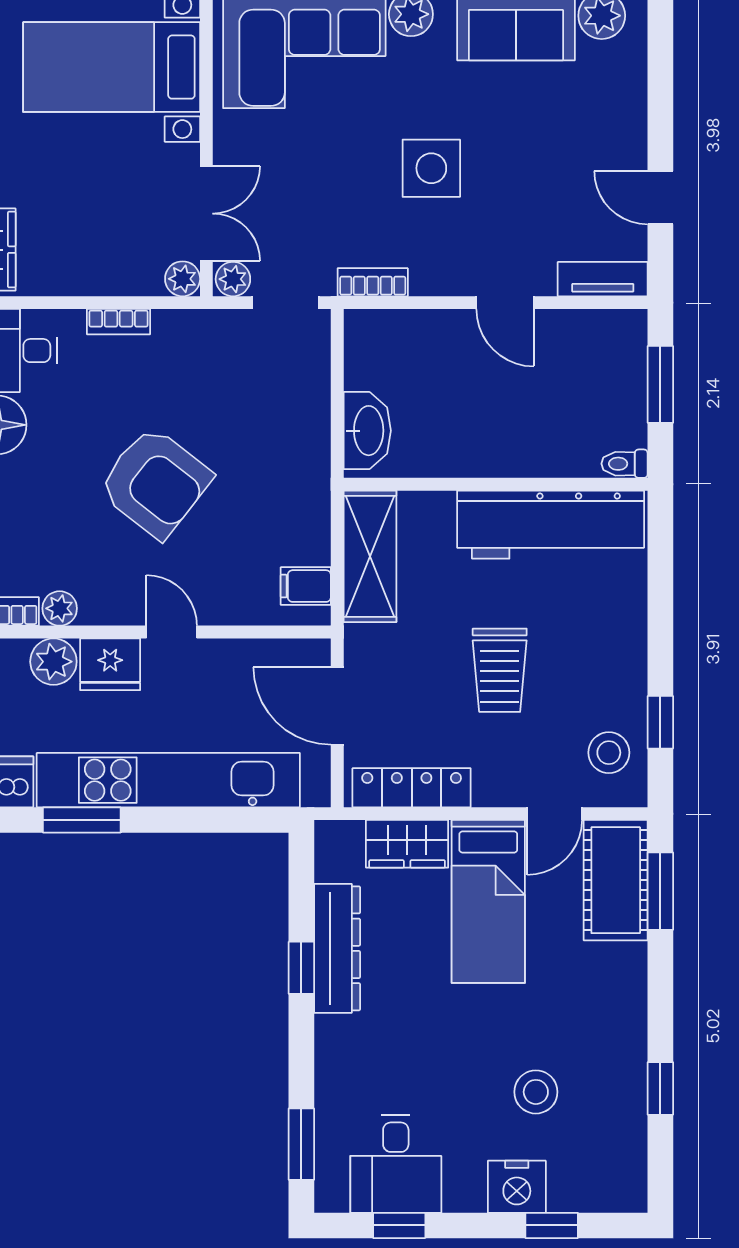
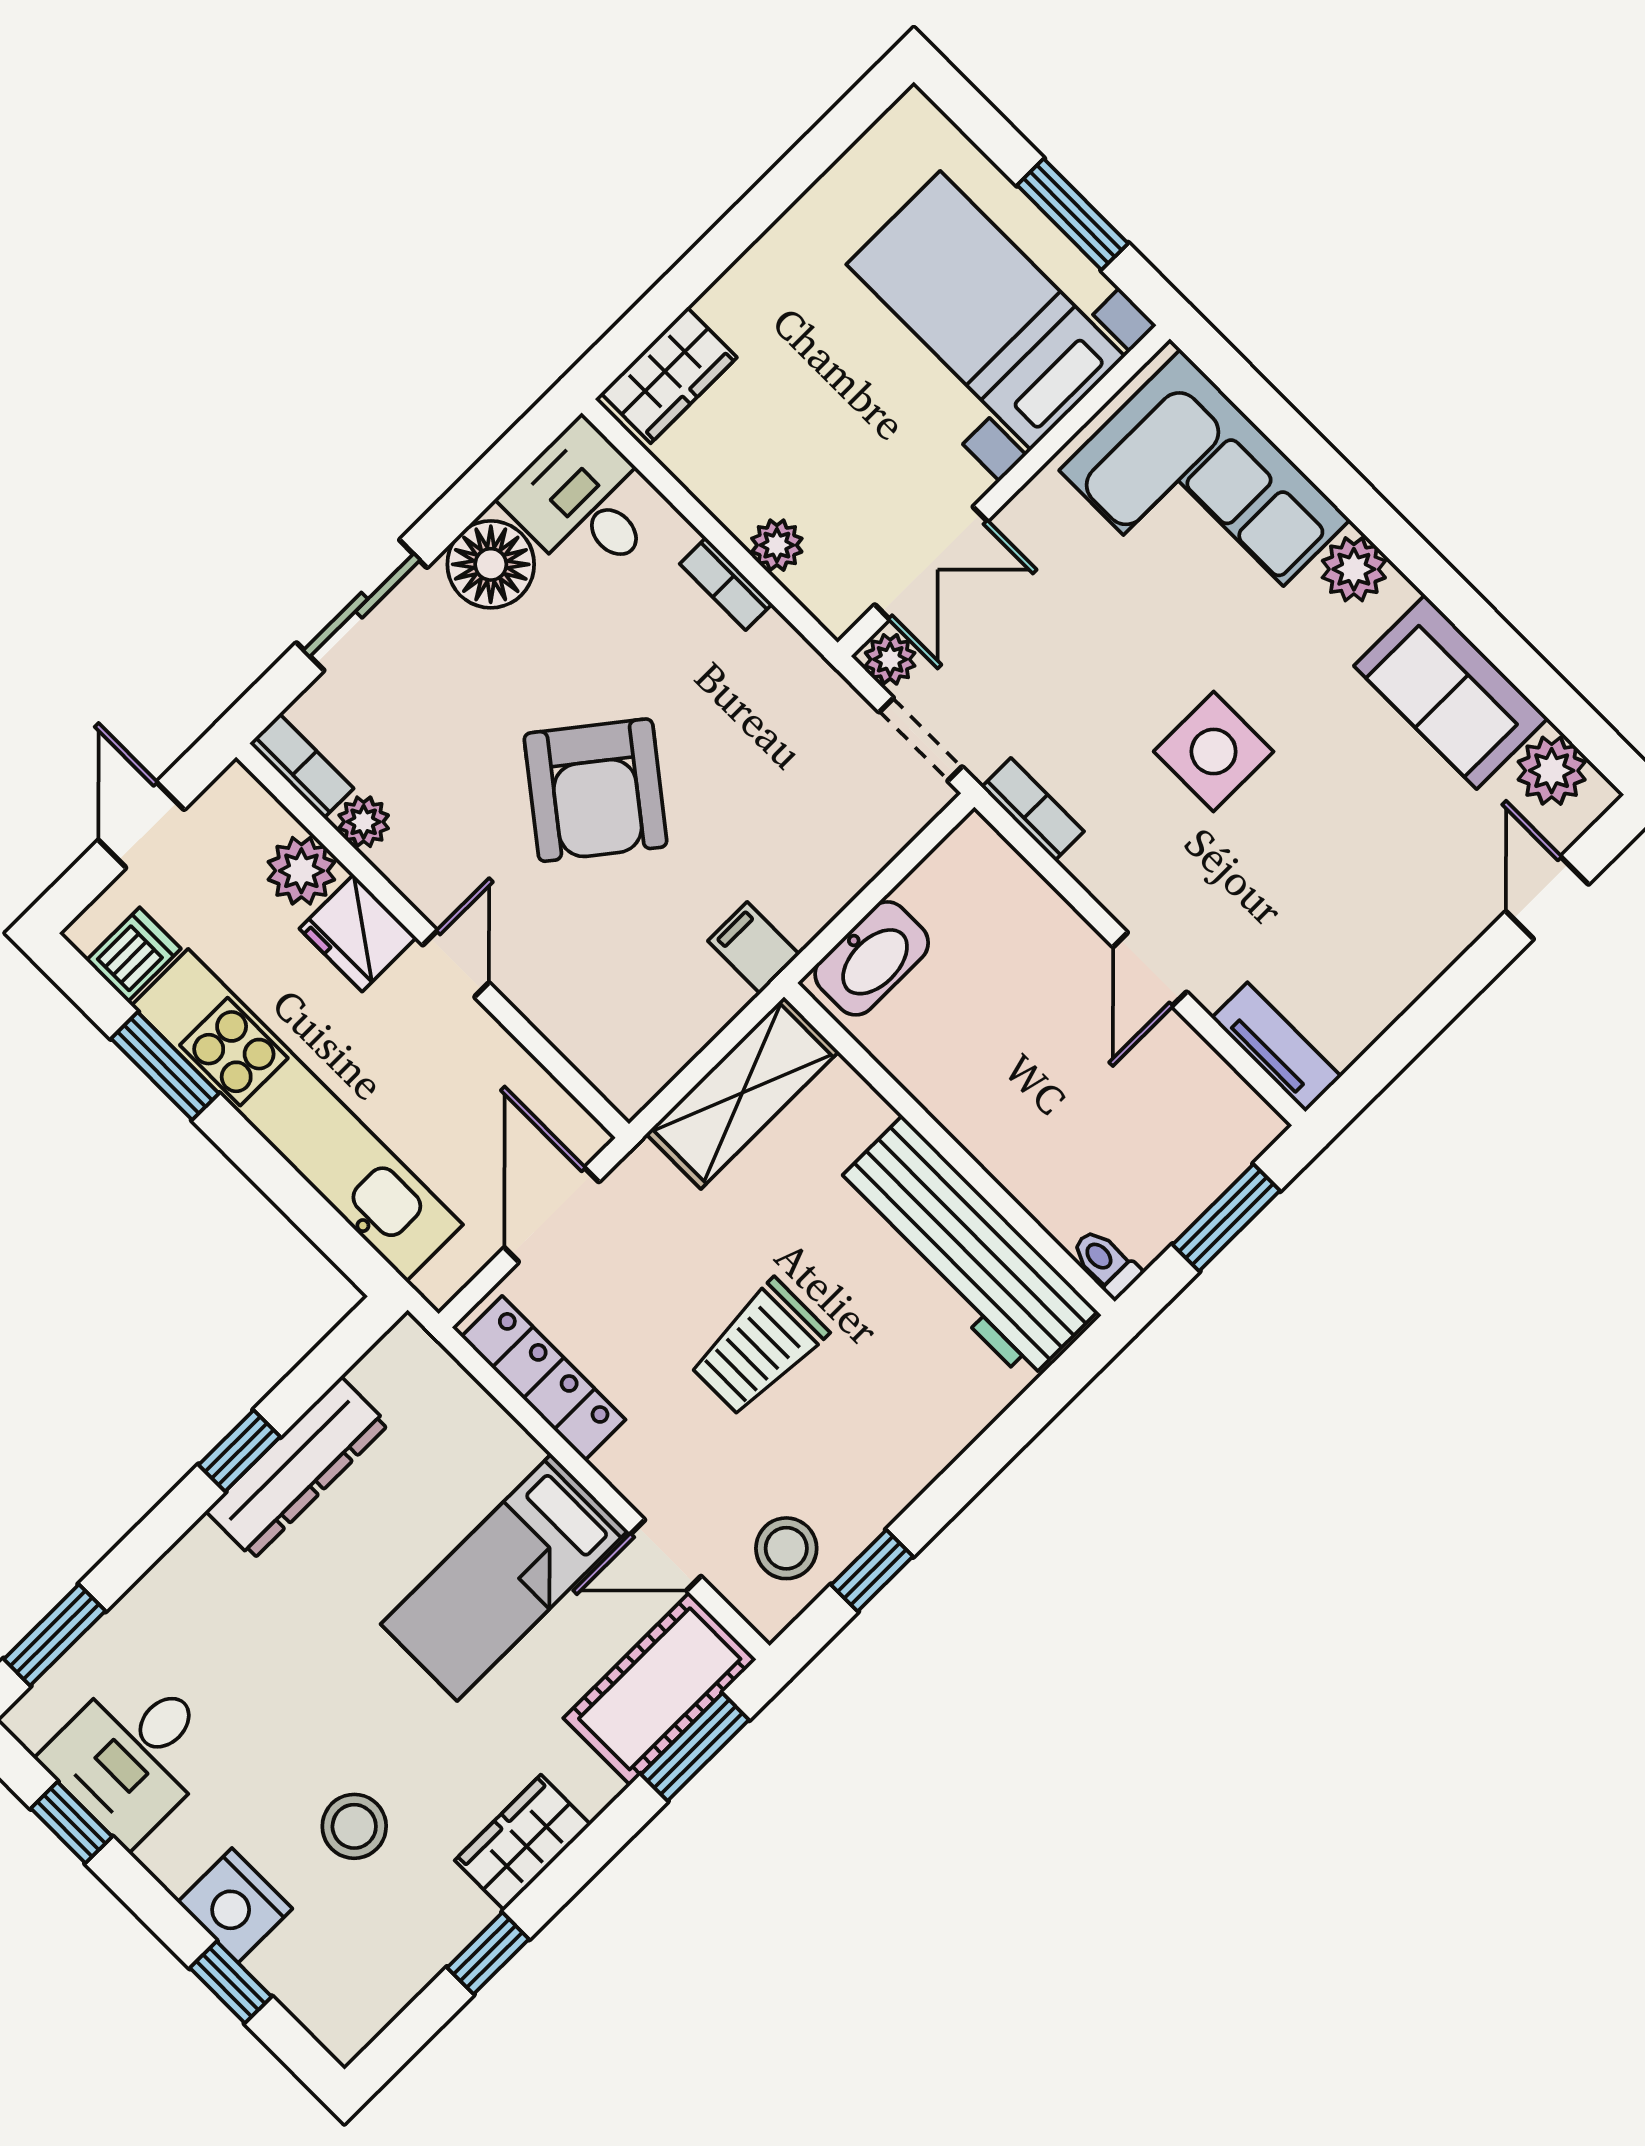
door: (660, 198) -> (1547, 898), moved
plant: (183, 279) -> (777, 545), moved
filing cabinet: (306, 586) -> (754, 948), moved
wardrobe: (407, 844) -> (523, 1842), moved, turned 90

